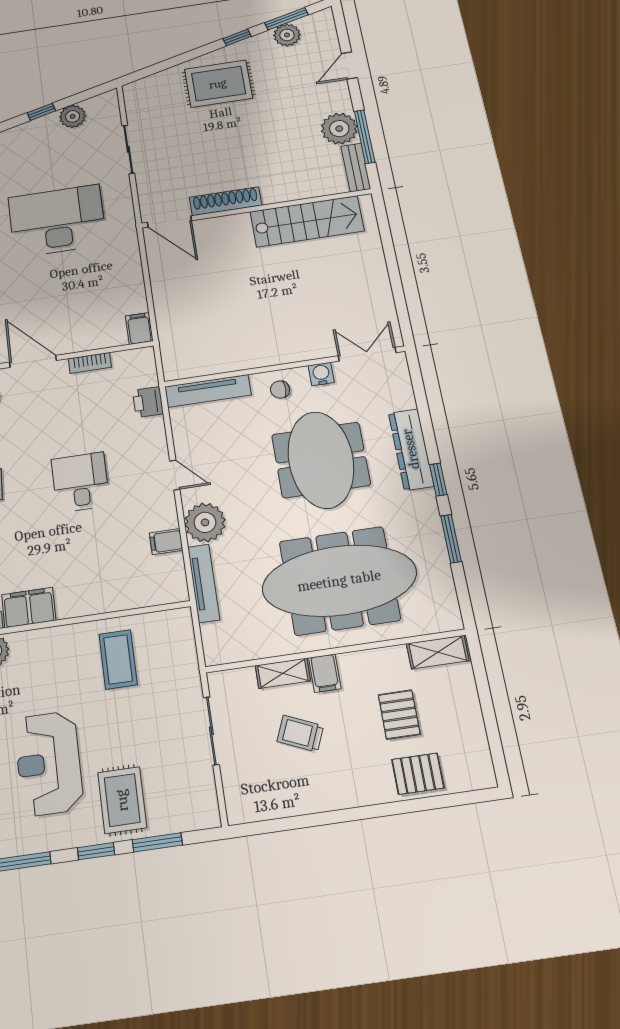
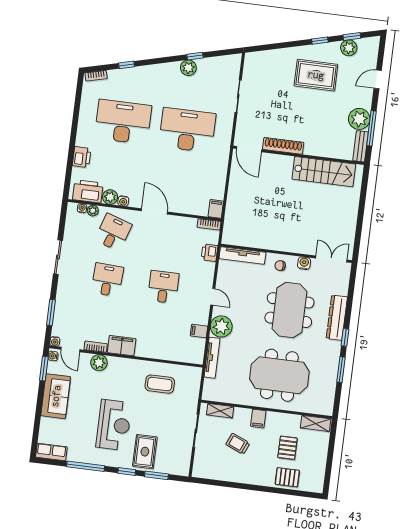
window: (286, 19) -> (352, 37), width x0.67
rug: (218, 84) -> (316, 75), moved
plant: (73, 116) -> (188, 68), moved
bookcase: (90, 363) -> (209, 224), moved
meeting table: (339, 581) -> (279, 375), width x0.73
coffee table: (118, 659) -> (160, 384), turned 90
shelving: (283, 673) -> (220, 411), moved
reception desk: (49, 763) -> (114, 425), turned 180

